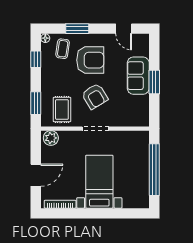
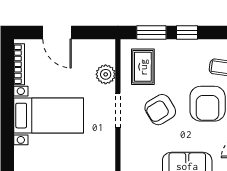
window: (36, 59) -> (187, 32), moved
rug: (62, 110) -> (143, 67), turned 90
plant: (51, 138) -> (106, 74), moved

